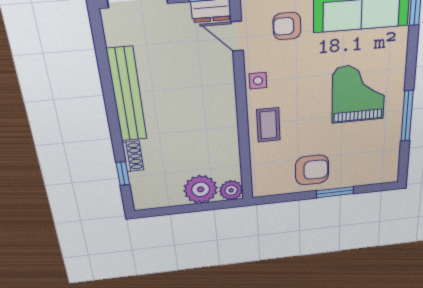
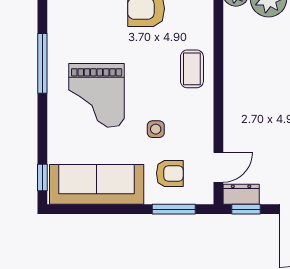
door: (237, 36) -> (218, 167), hinge flipped
side table: (258, 81) -> (156, 129), moved

